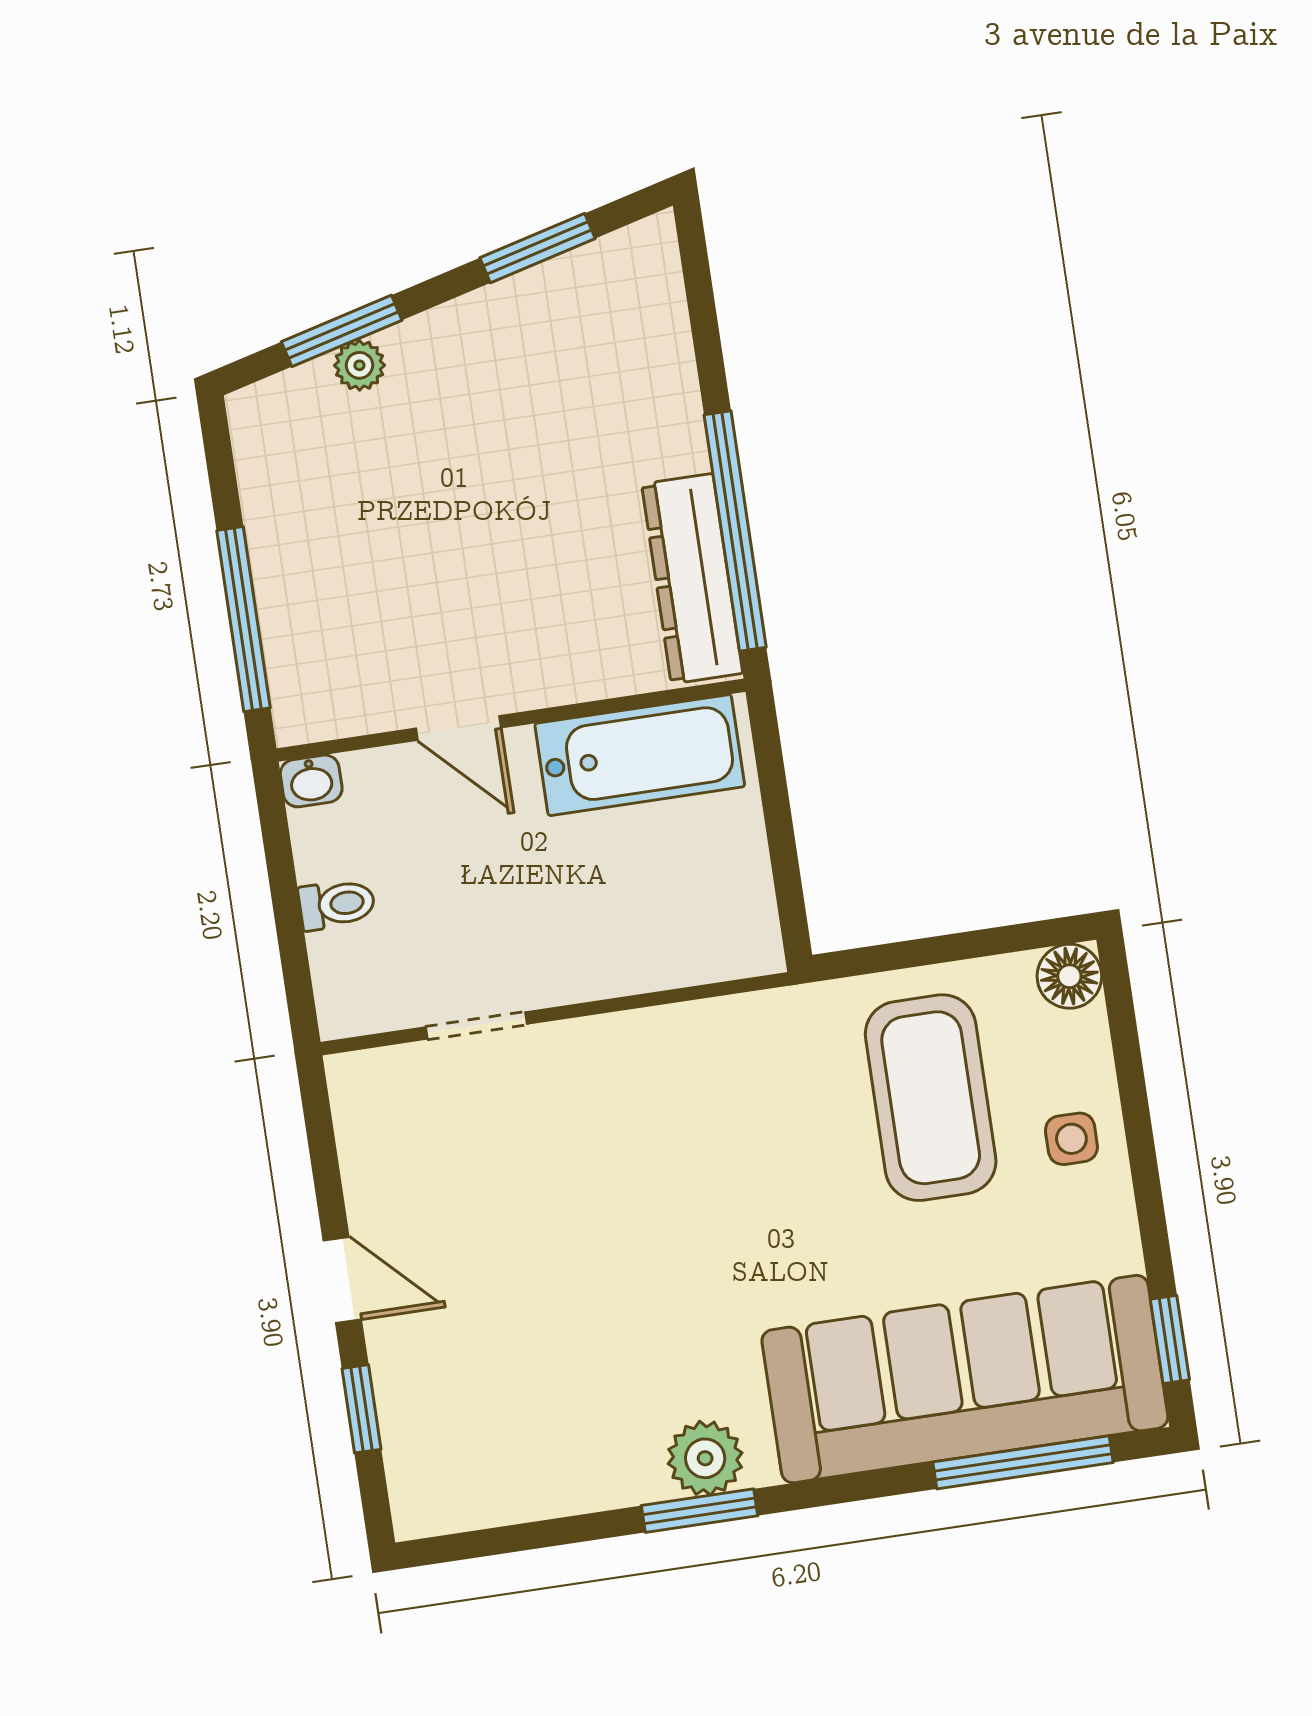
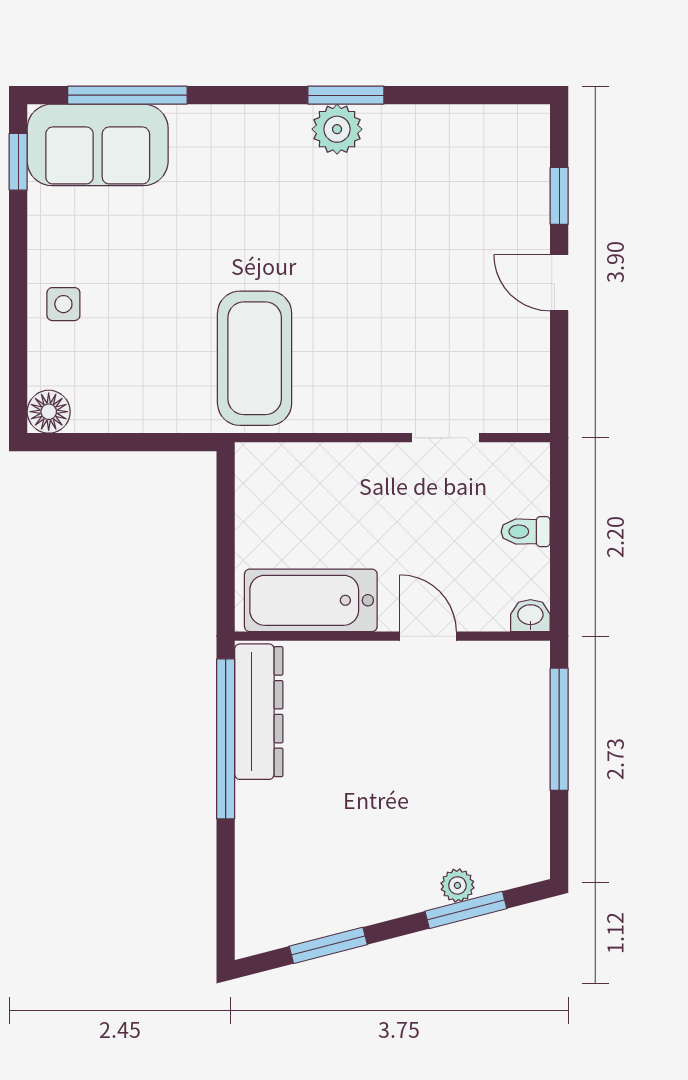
coffee table: (931, 1098) -> (255, 358), moved
sofa: (965, 1379) -> (98, 145), width x0.54, depth x0.79

